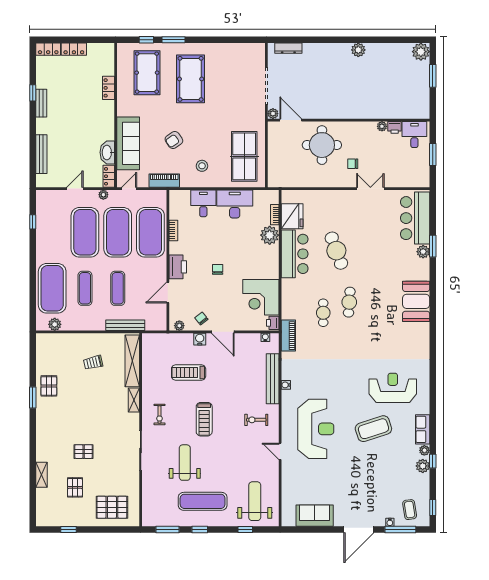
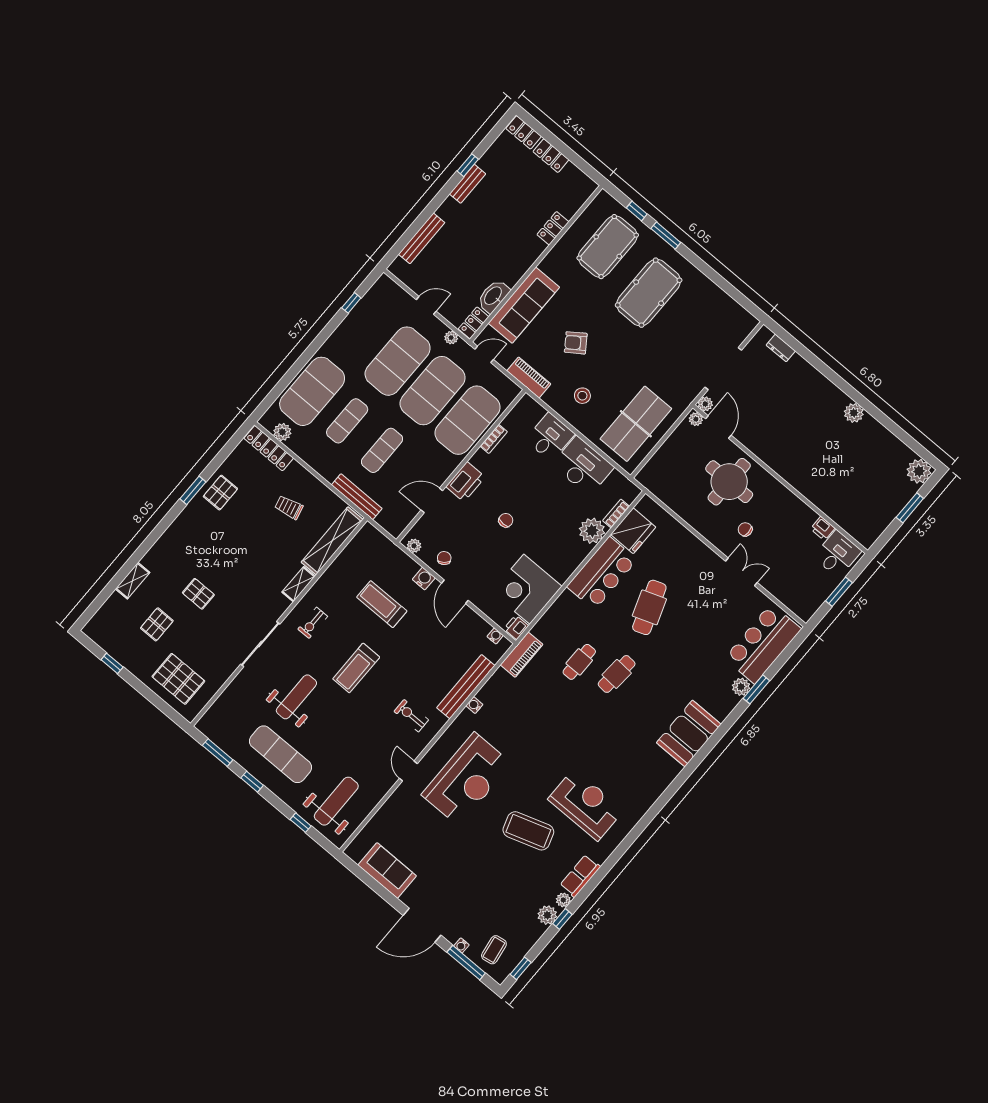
dresser: (288, 48) -> (781, 348), width x0.70
plant: (382, 126) -> (696, 419), moved
locker: (55, 339) -> (269, 448), added

